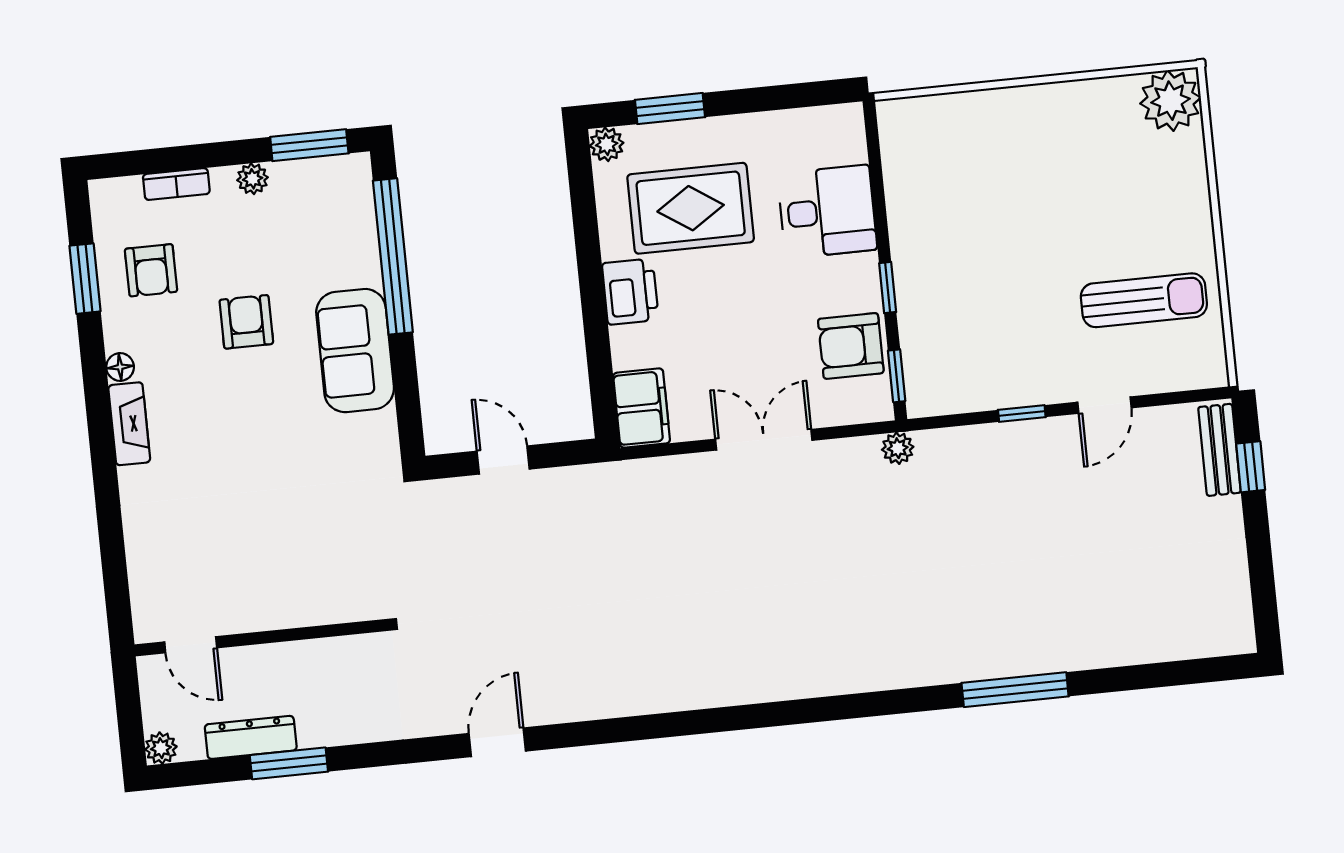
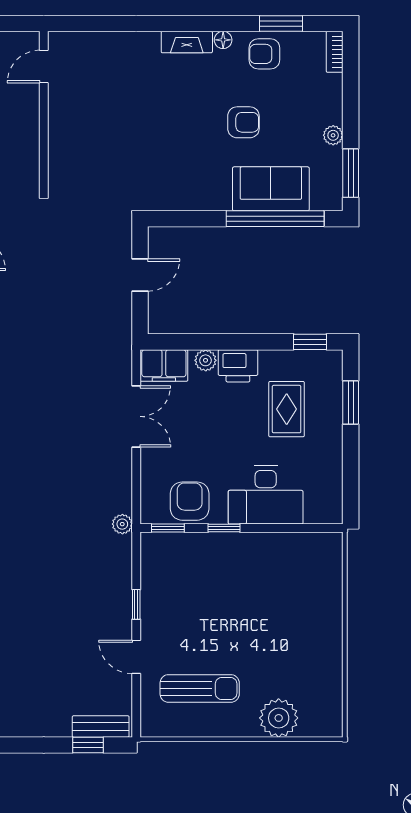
plant: (1171, 101) -> (279, 718), moved
plant: (607, 144) -> (206, 360), moved
window: (581, 182) -> (310, 342), added
bookcase: (176, 184) -> (335, 52), moved
rug: (691, 208) -> (287, 409), width x0.73, depth x0.70
desk: (827, 212) -> (266, 495), width x1.37
armchair: (151, 270) -> (264, 54), moved
sun lounger: (1144, 300) -> (200, 688), turned -90
sofa: (355, 351) -> (271, 189), moved
double door: (764, 440) -> (136, 416), moved

